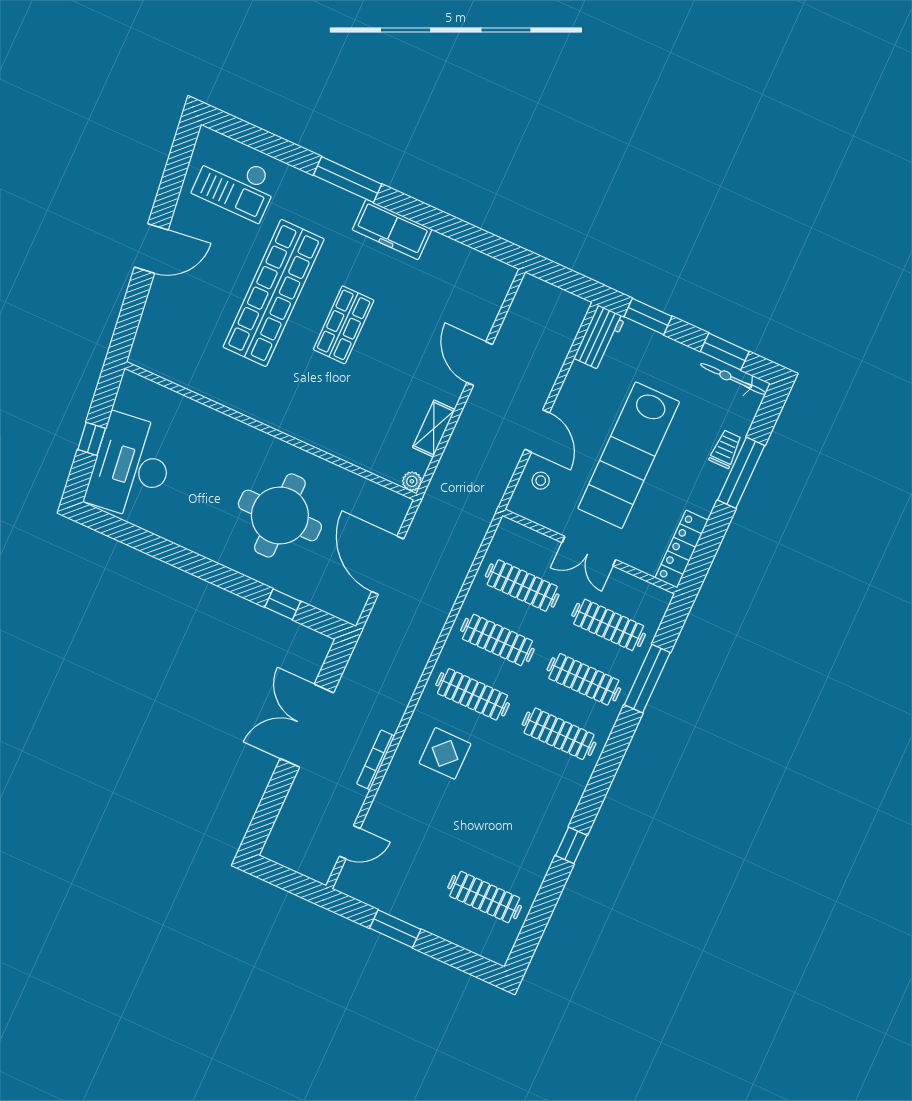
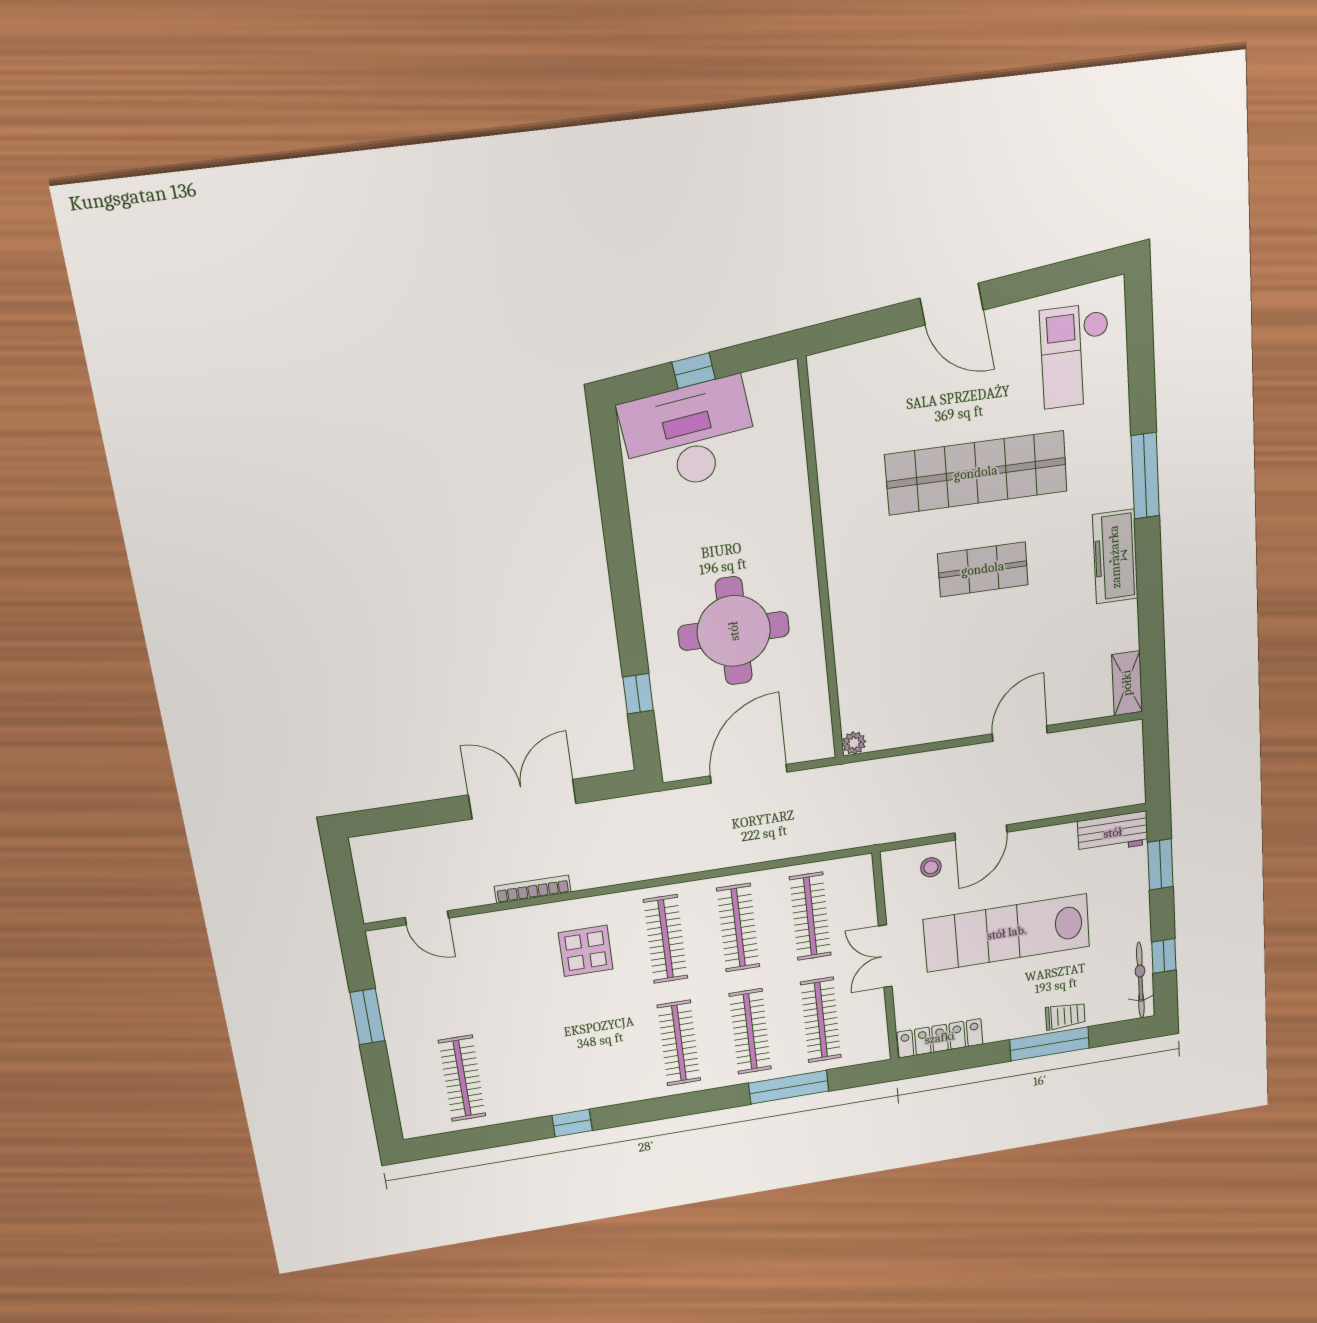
window: (725, 351) -> (1164, 956), width x0.67
shelving: (434, 429) -> (1127, 683), moved, turned 90

